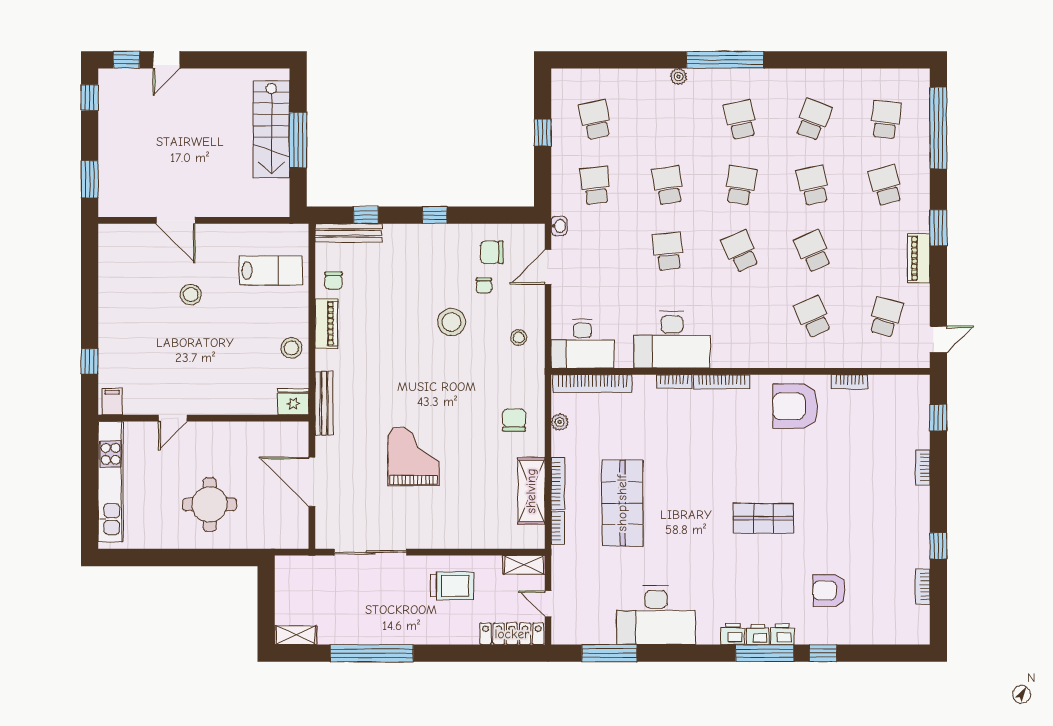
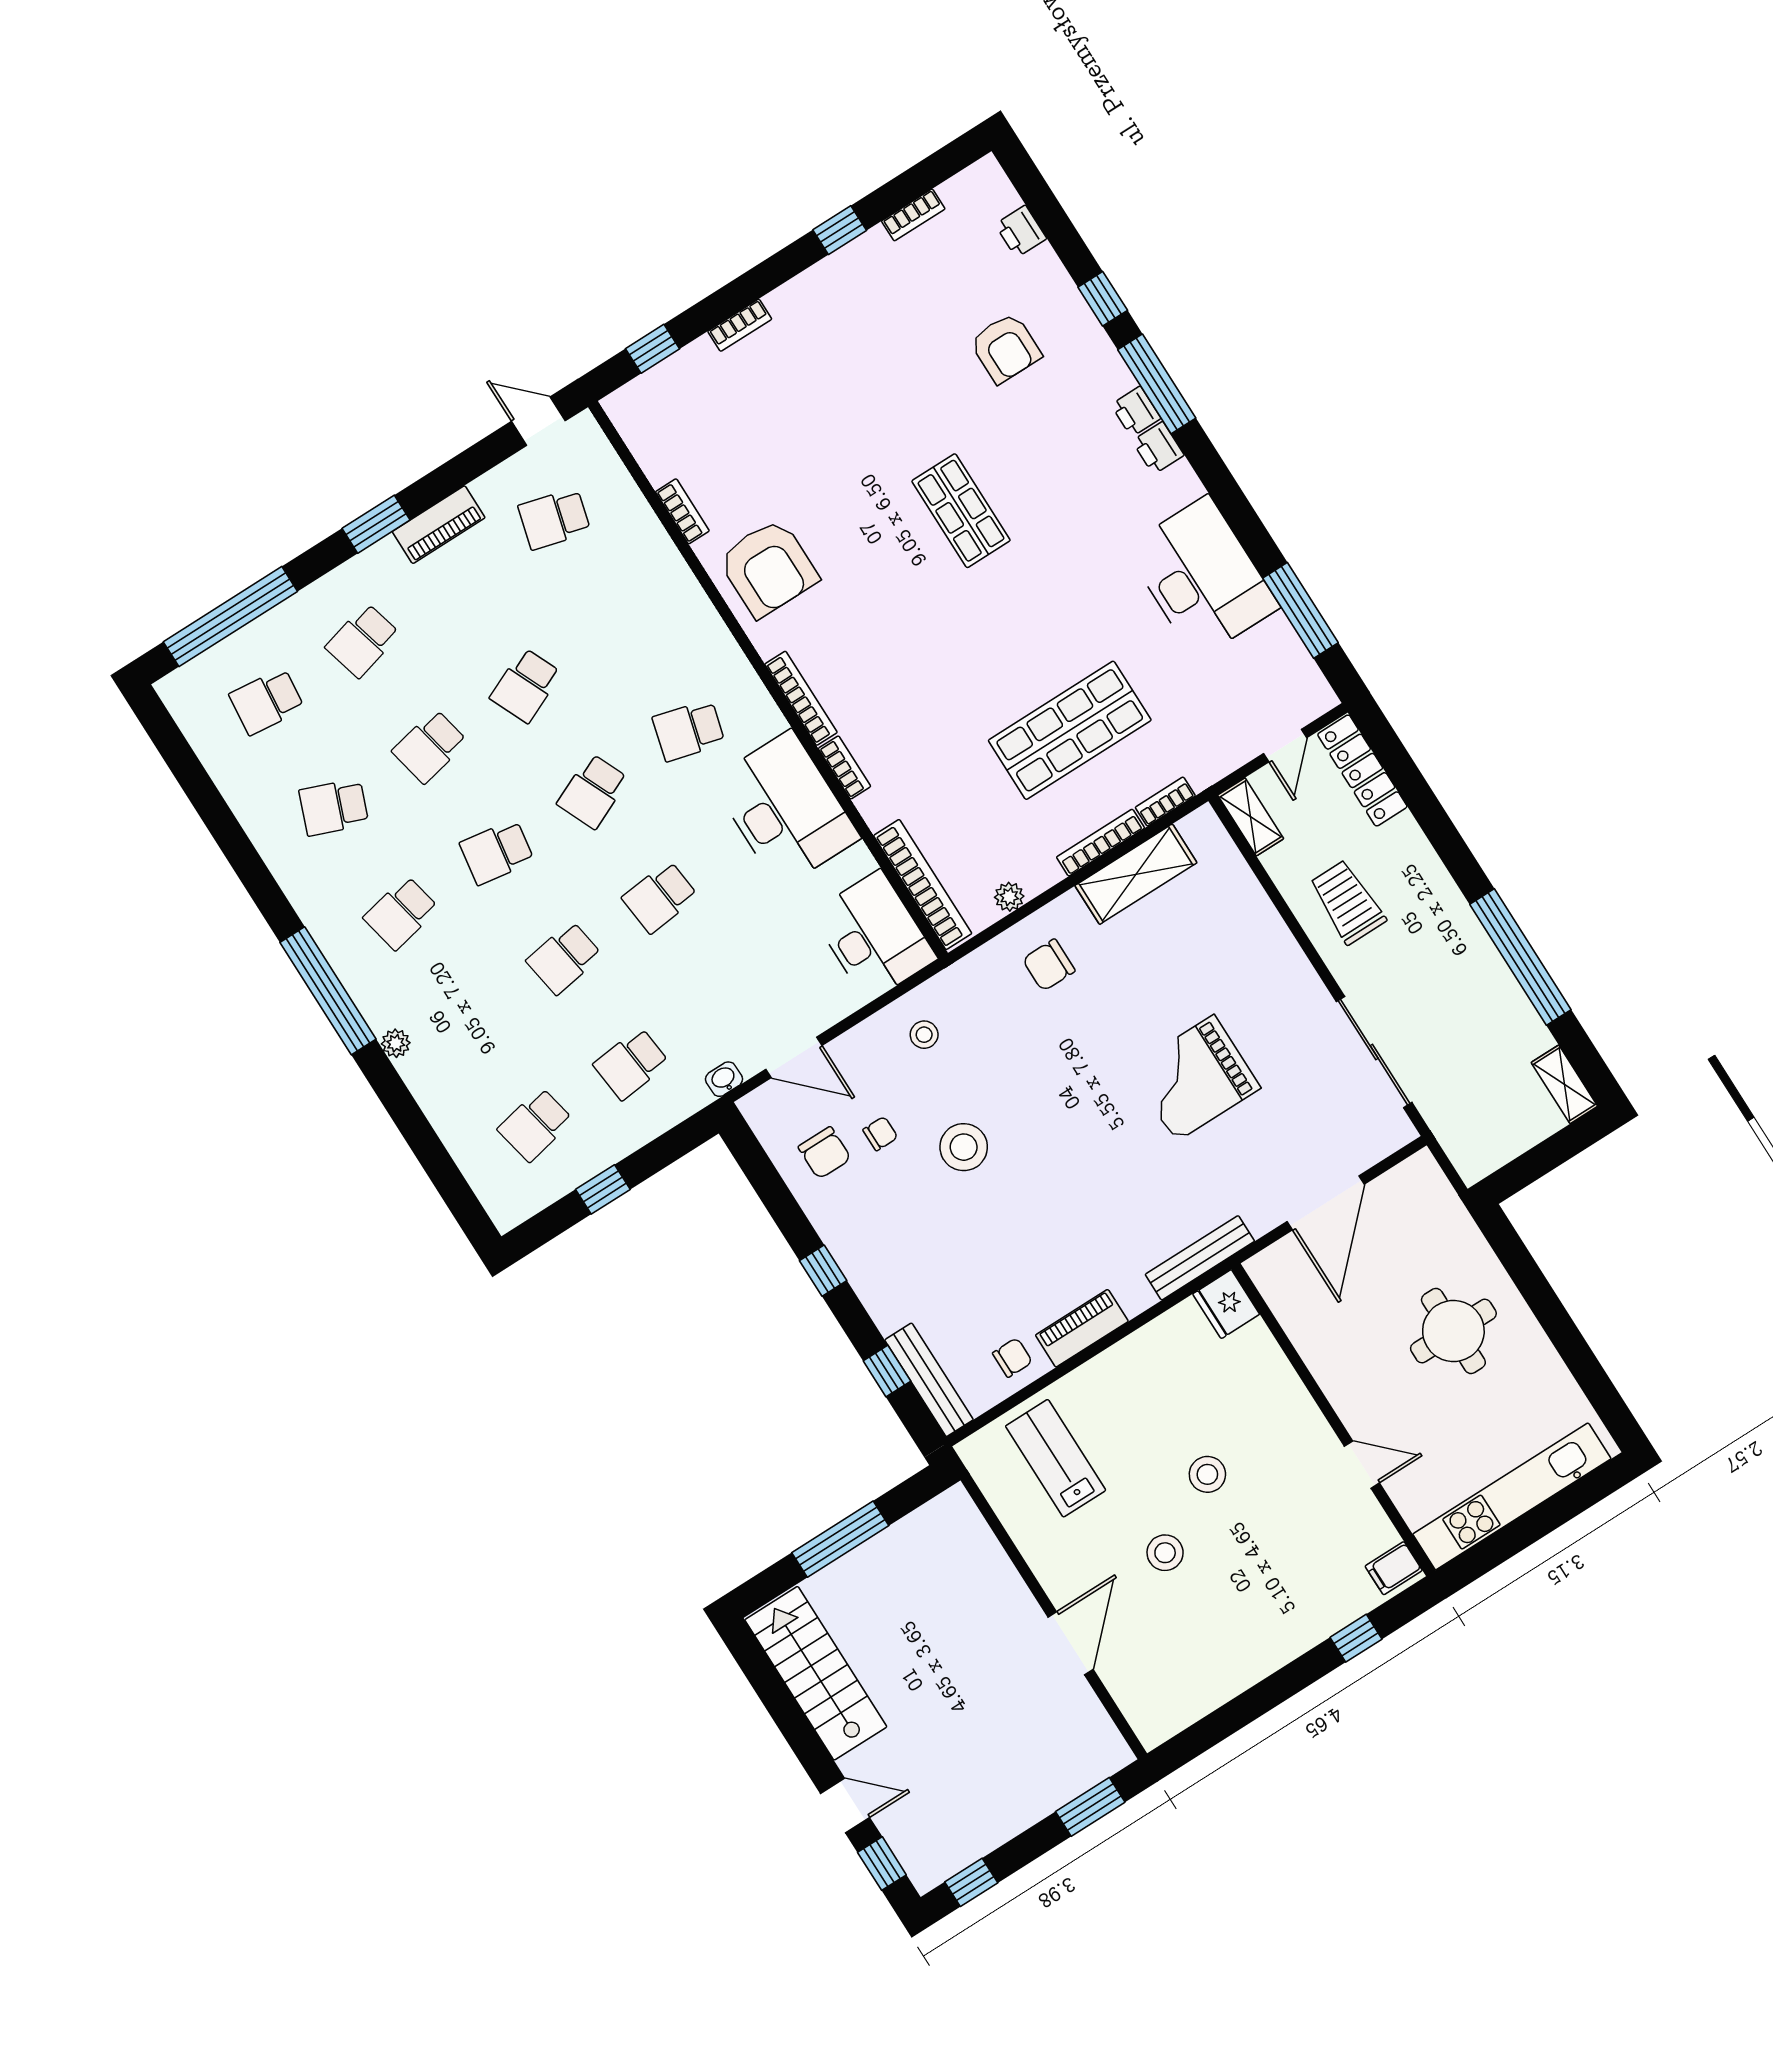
stairs: (271, 129) -> (816, 1673), moved, turned -90
school desk: (813, 317) -> (689, 730), moved, turned 39
stool: (291, 348) -> (1207, 1474), moved
printer: (782, 634) -> (1021, 231), moved

